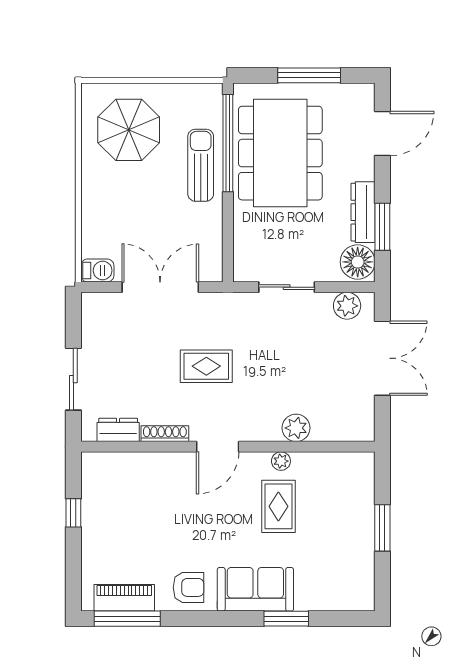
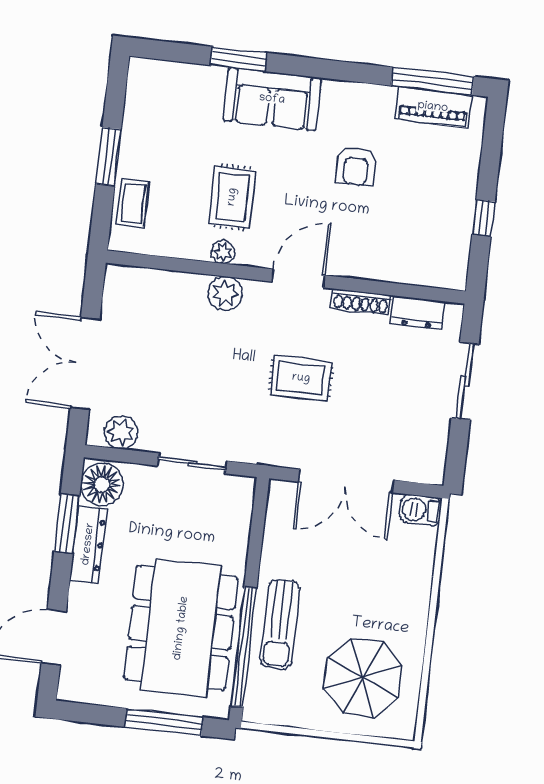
window: (309, 75) -> (164, 722), moved
plant: (296, 428) -> (225, 293), moved
coffee table: (359, 492) -> (133, 203), added
armchair: (189, 587) -> (356, 166), moved, turned -90

